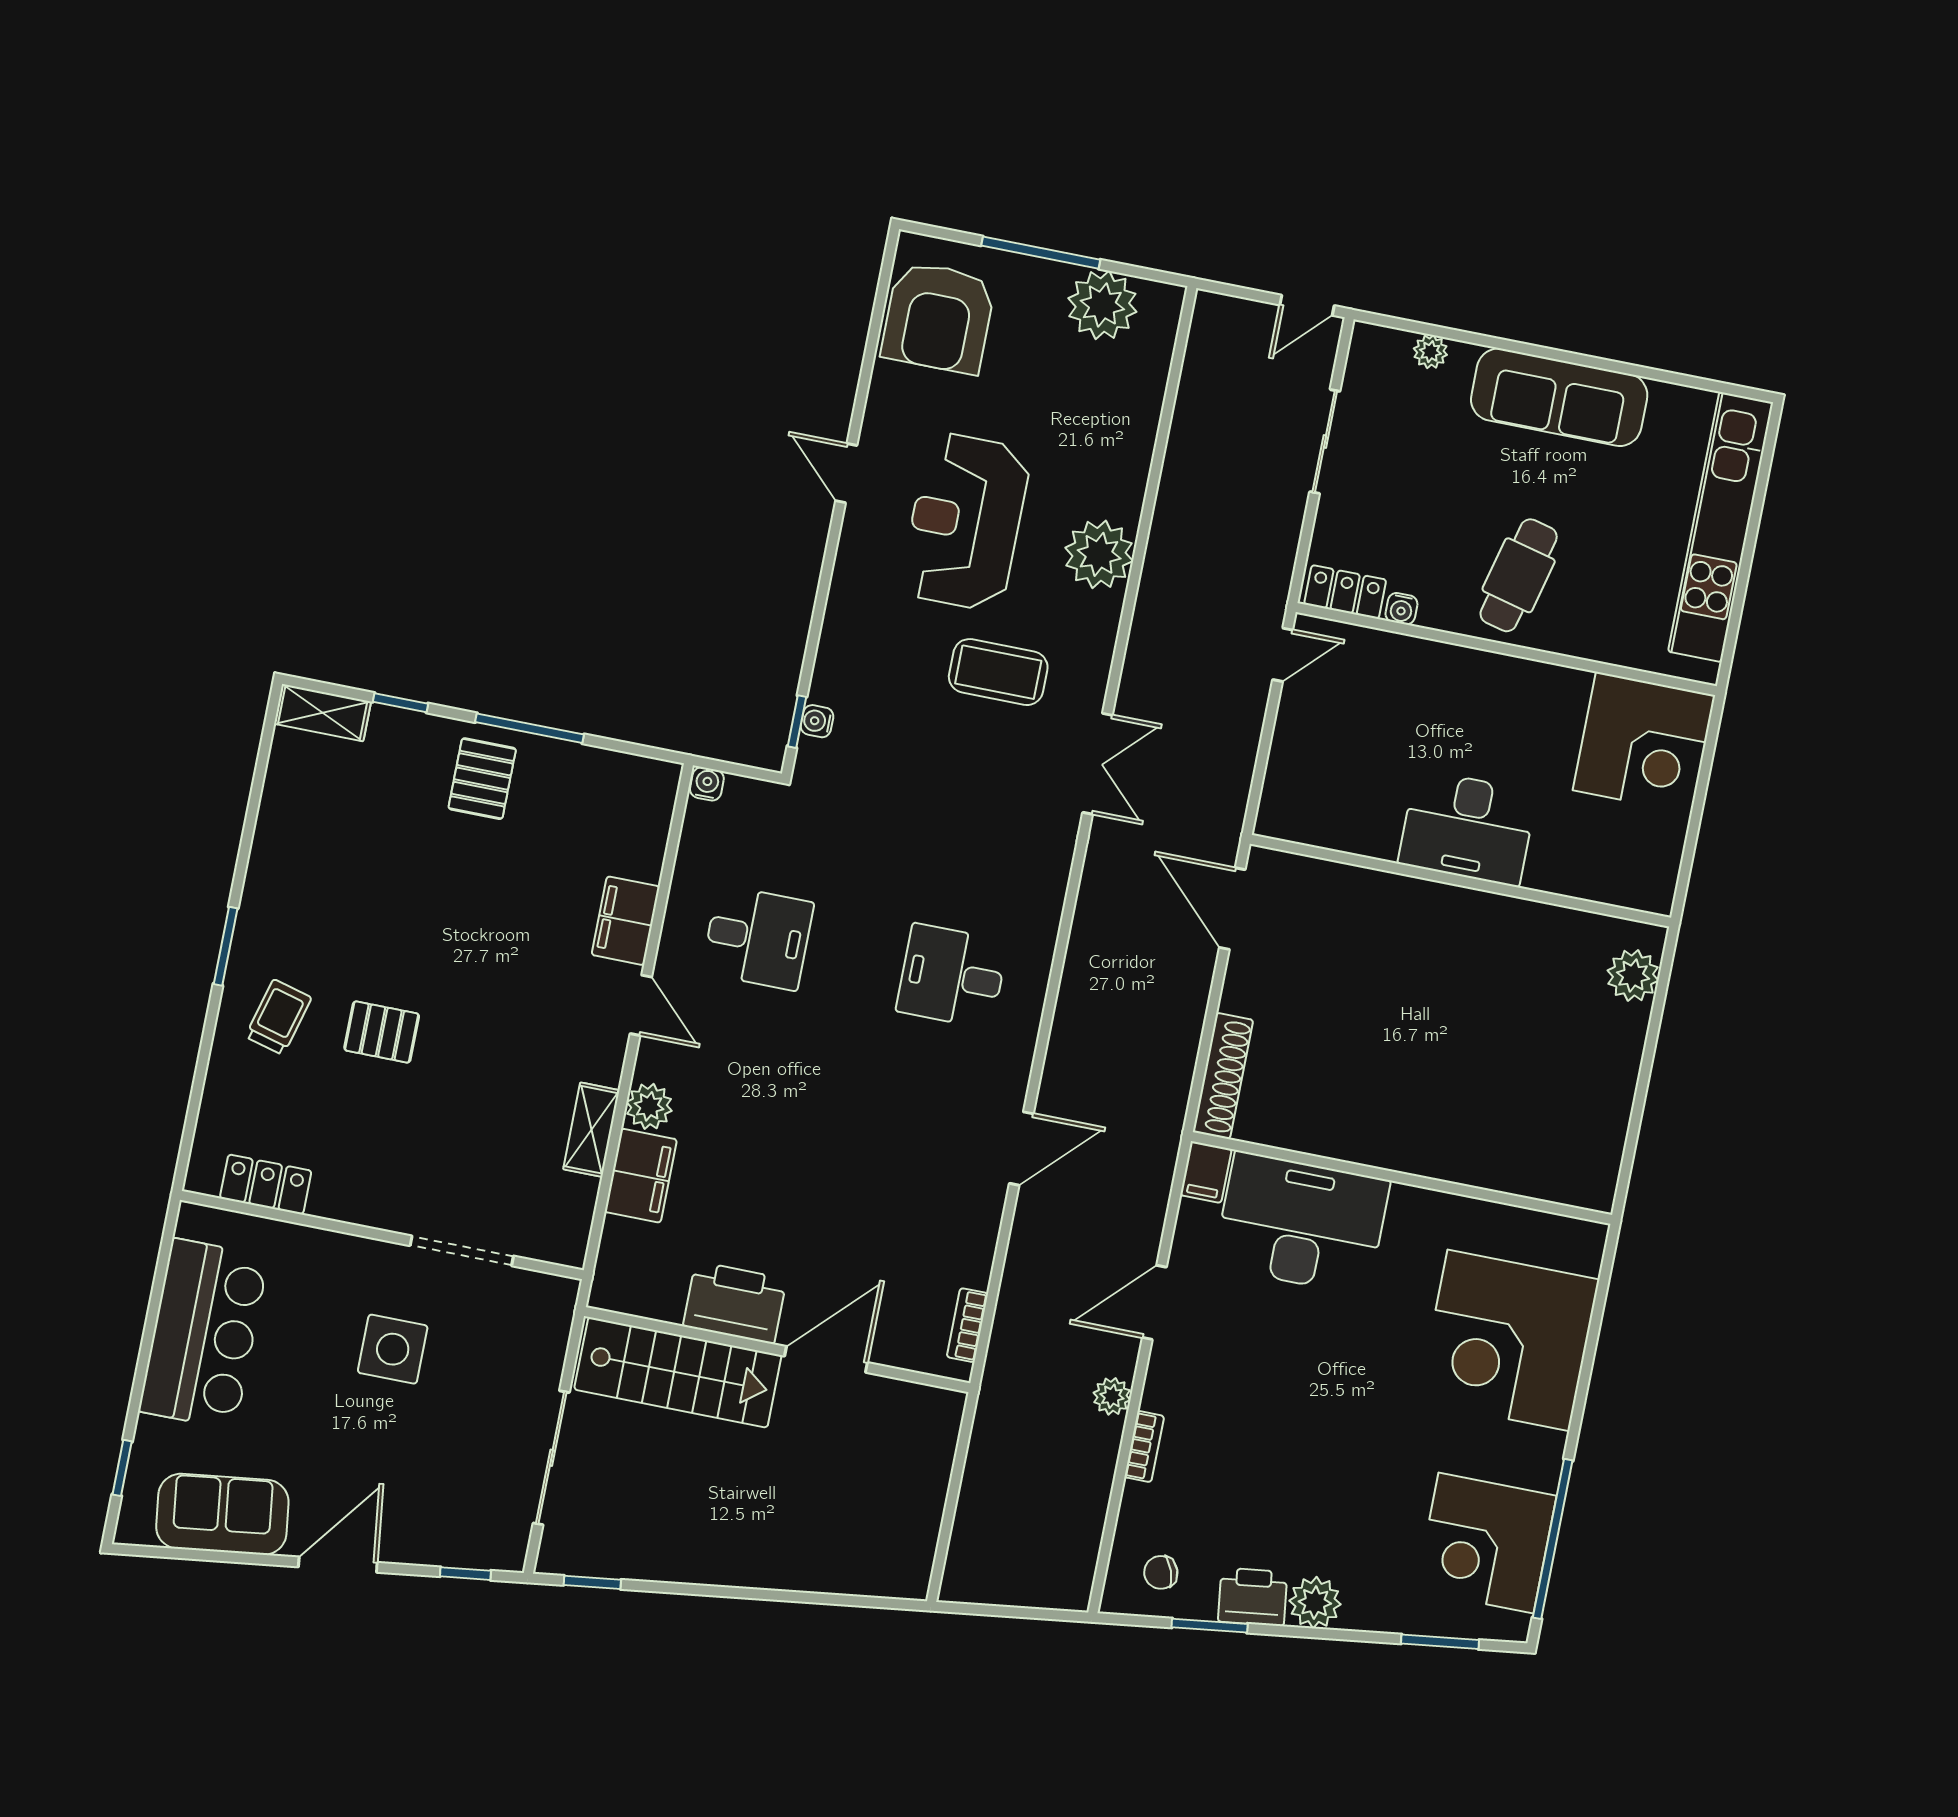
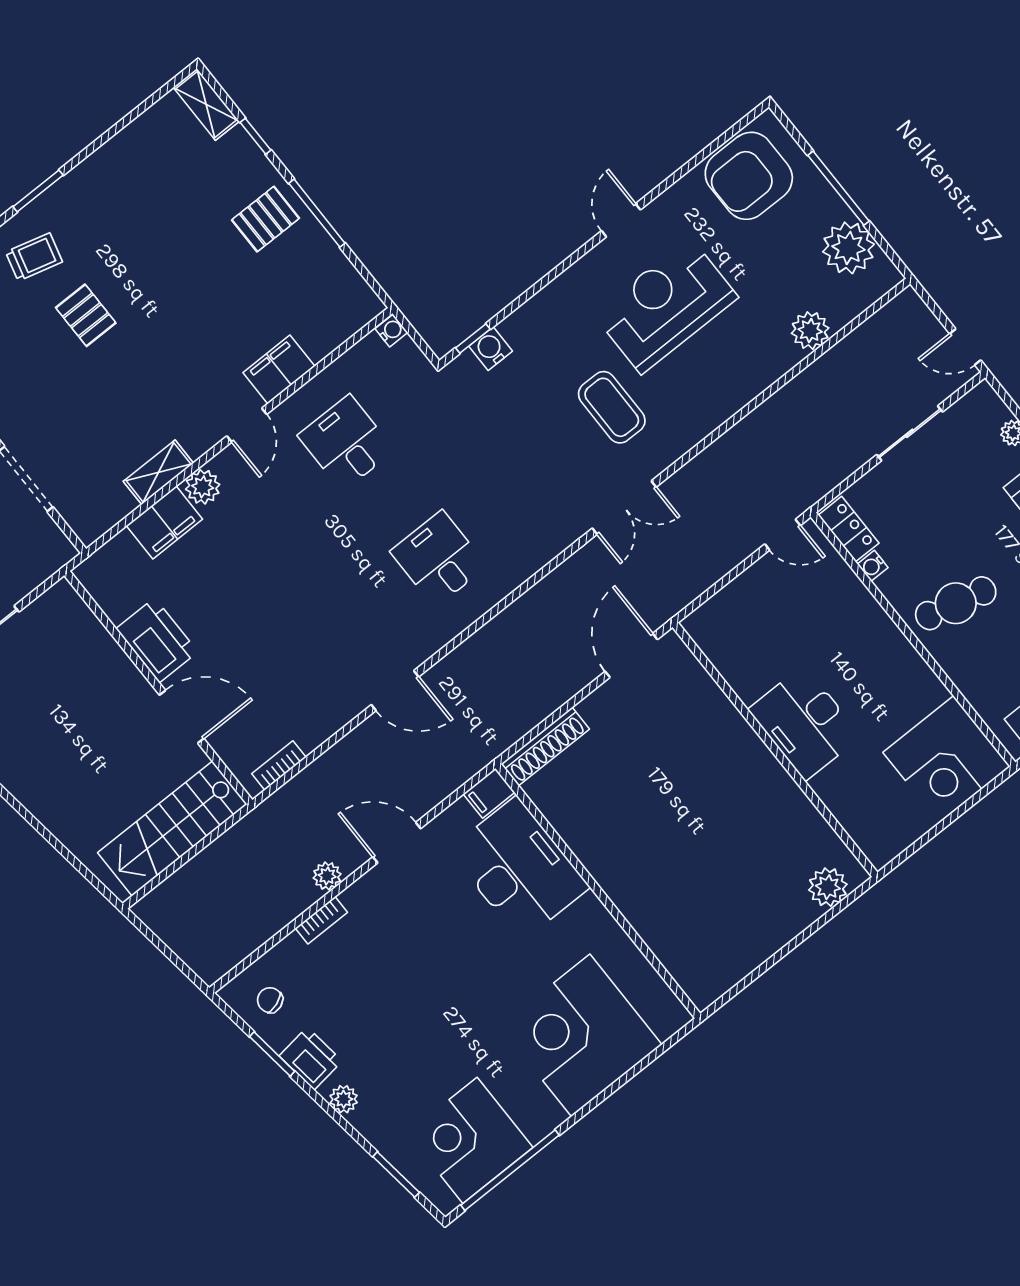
plant: (1099, 554) -> (810, 331), moved, width x0.73, depth x0.73
water cooler: (817, 721) -> (491, 349), width x1.38, depth x1.38
desk: (758, 938) -> (346, 443), turned 180
stairs: (678, 1372) -> (172, 829), moved, turned 90
plant: (1315, 1603) -> (344, 1099), width x0.73, depth x0.73

